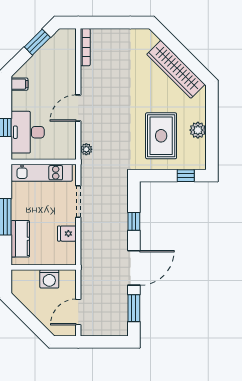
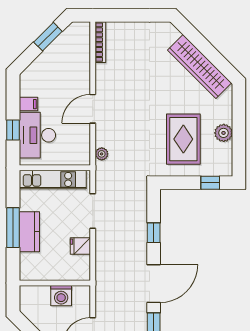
filing cabinet: (19, 84) -> (28, 104), moved
kitchen counter: (20, 239) -> (29, 232), moved

